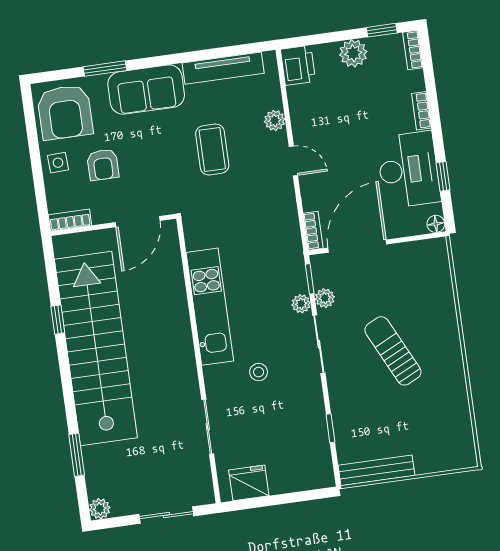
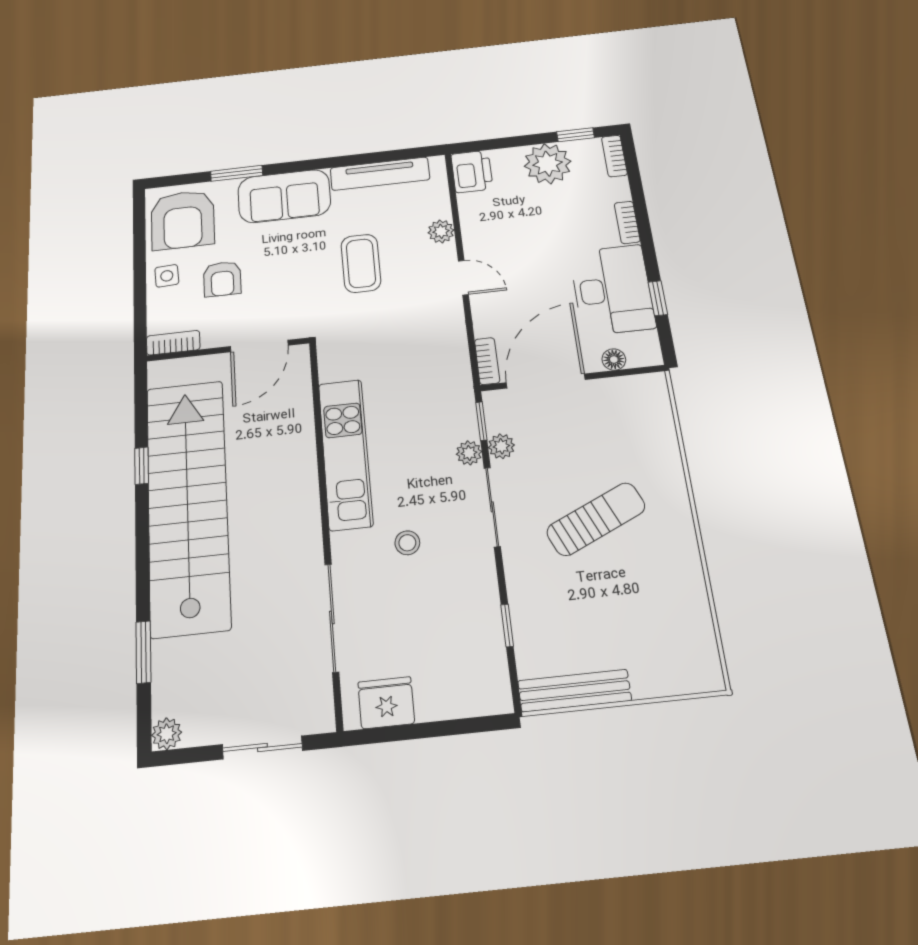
plant: (353, 53) -> (548, 164), width x1.36, depth x1.36
floor lamp: (436, 224) -> (614, 359), moved
sun lounger: (393, 351) -> (596, 519), turned 92
sliding door: (208, 427) -> (332, 617), width x1.37

